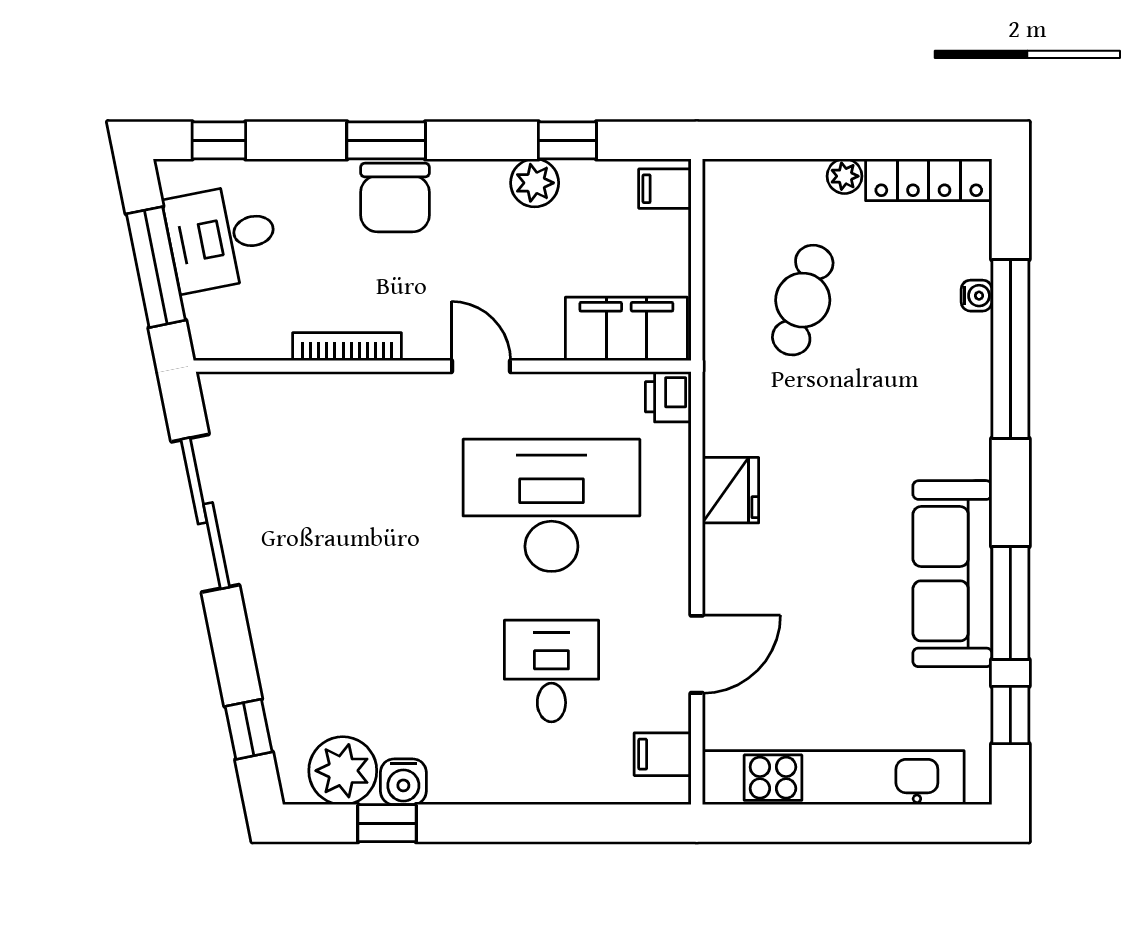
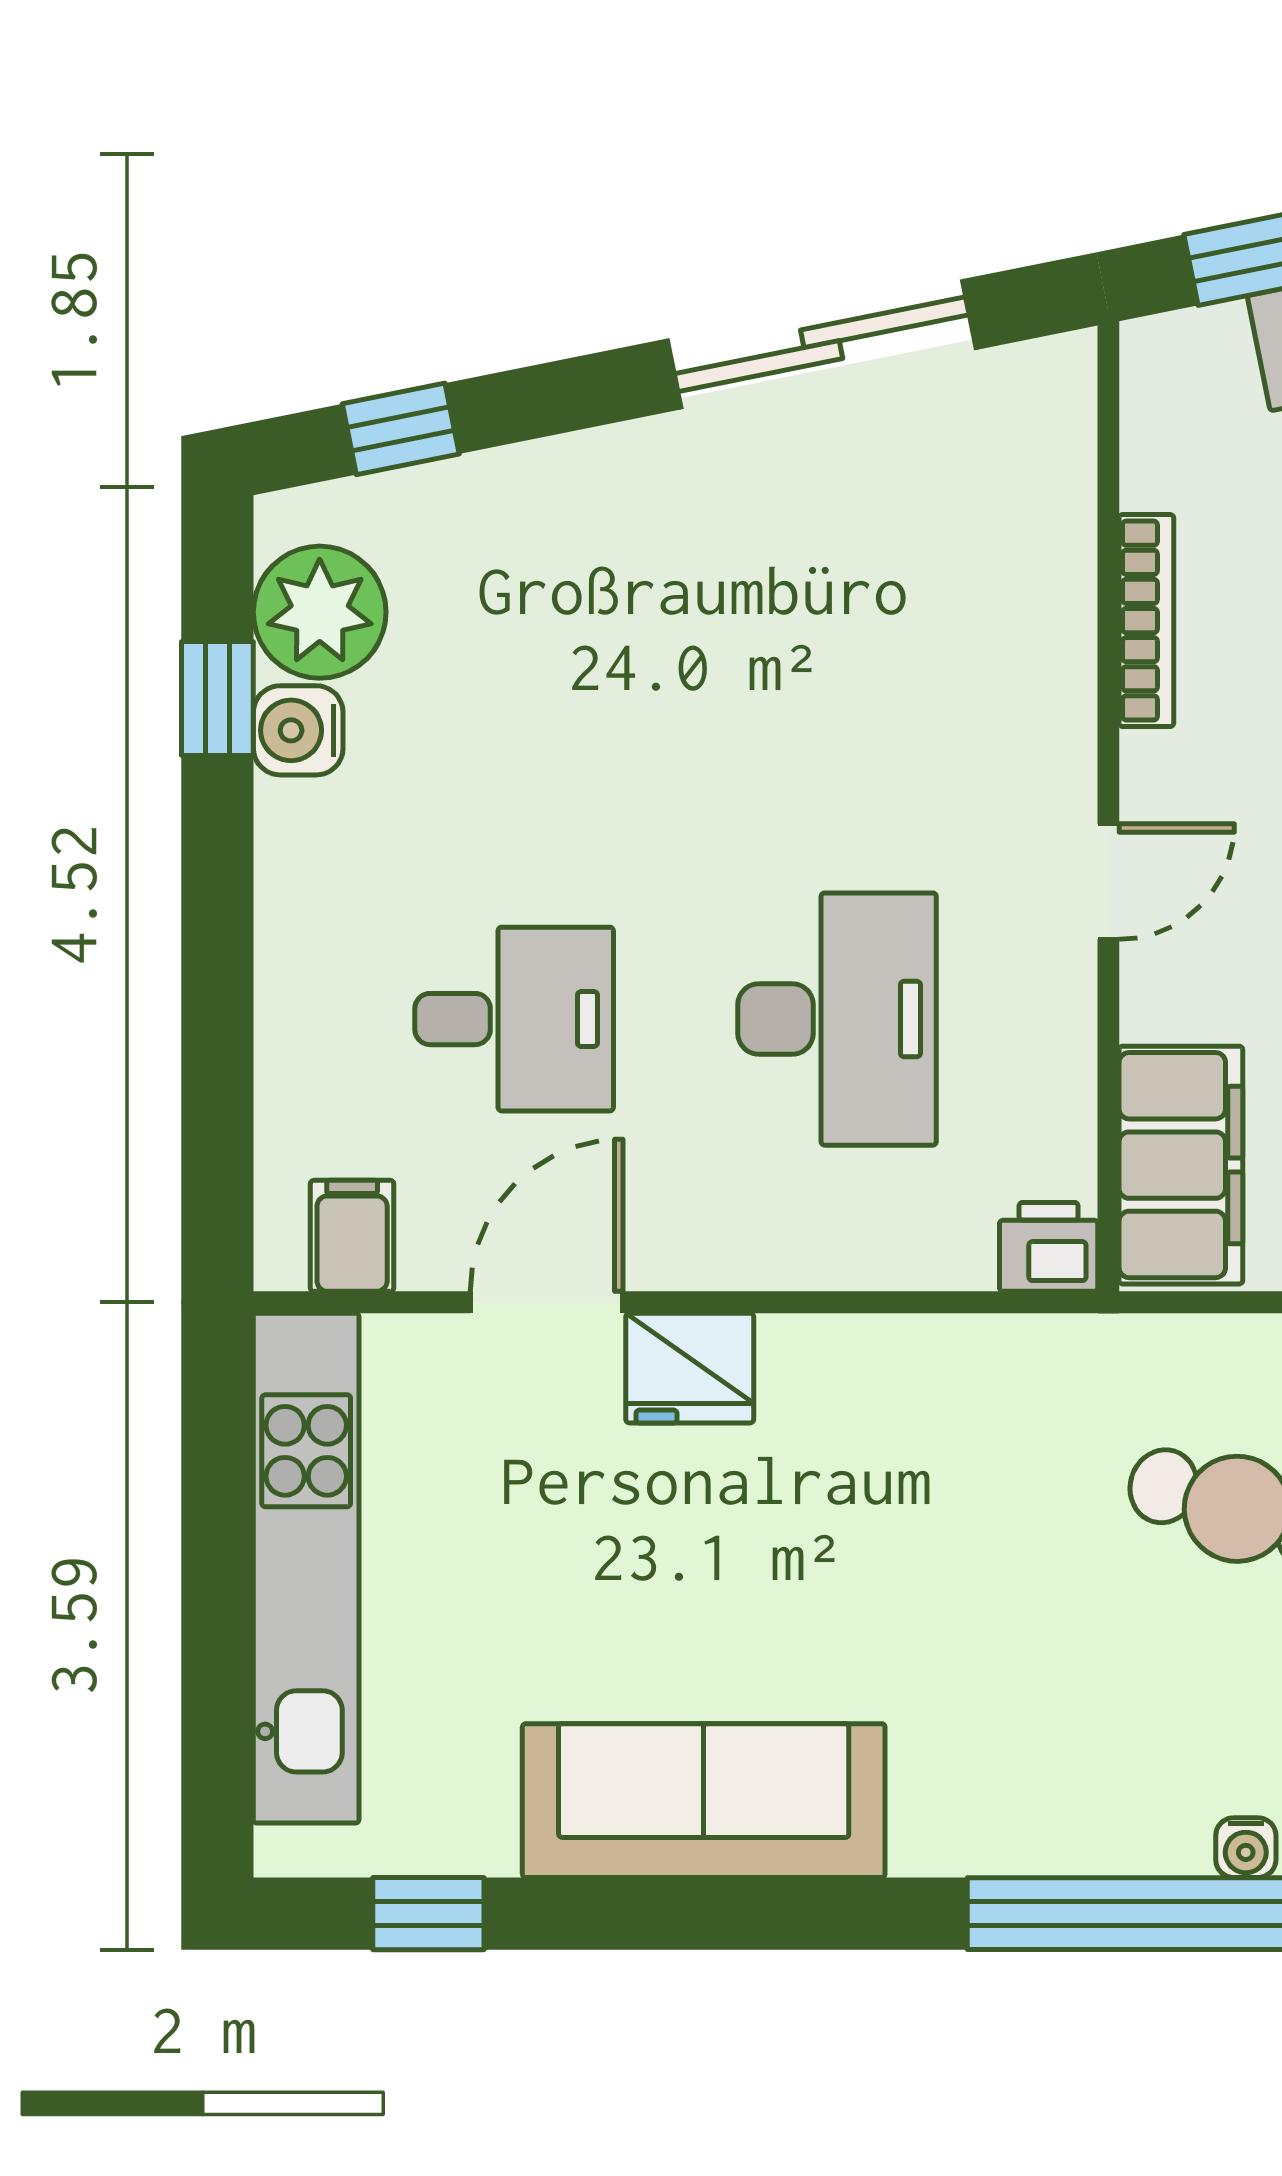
fridge: (731, 490) -> (690, 1368), moved
desk: (551, 505) -> (837, 1019), width x0.73, depth x0.77
window: (1010, 603) -> (647, 1914), removed
door: (697, 654) -> (547, 1302), swing flipped

